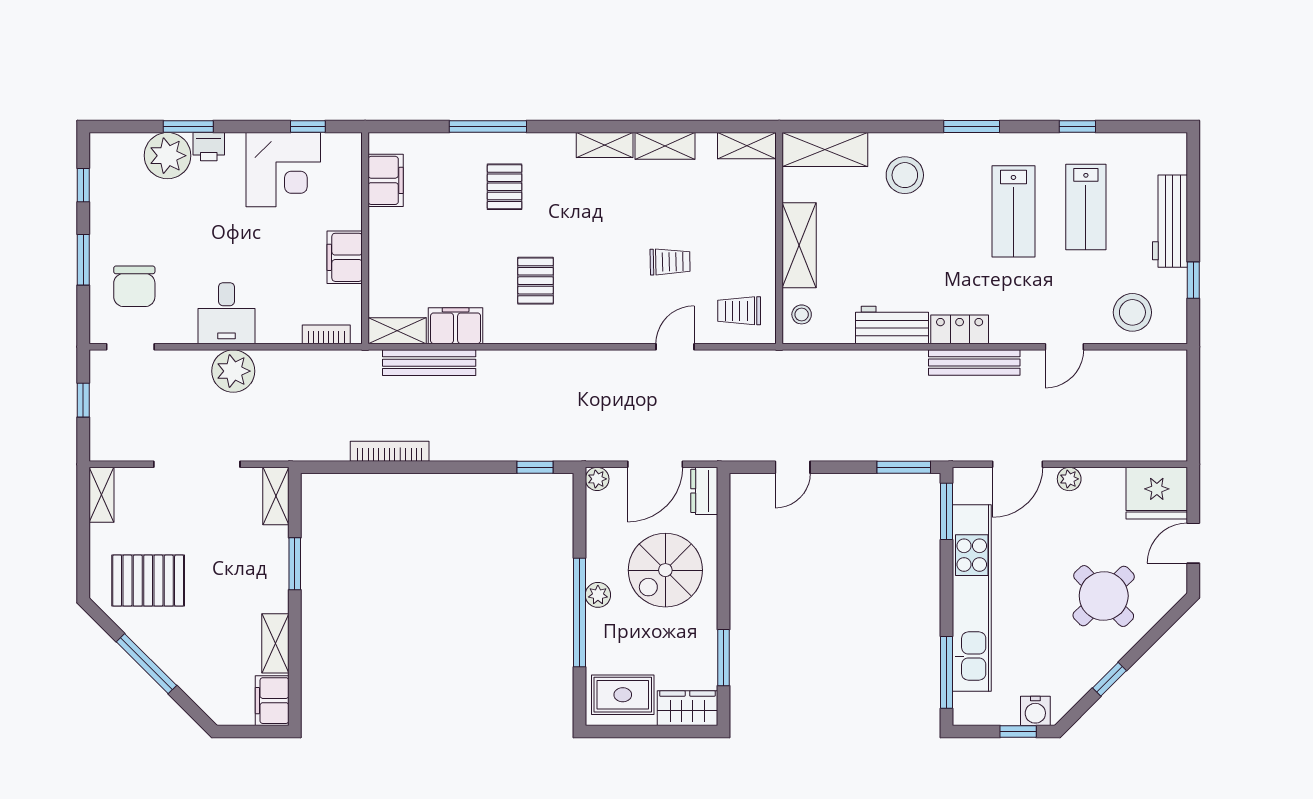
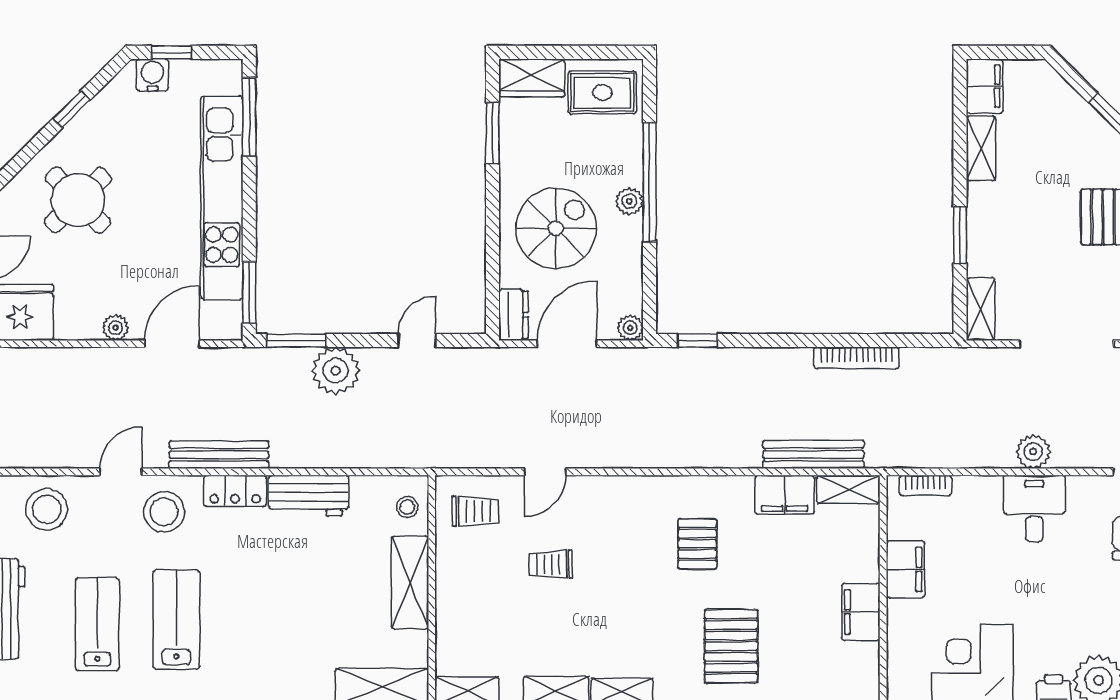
stool: (905, 175) -> (164, 512), moved
filing cabinet: (386, 180) -> (861, 612), moved
pallet: (505, 187) -> (731, 646), width x1.50, depth x1.42
plant: (233, 371) -> (1033, 452), width x0.73, depth x0.73
plant: (867, 440) -> (336, 371), added

